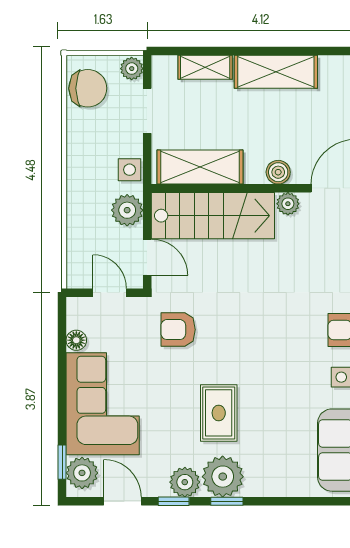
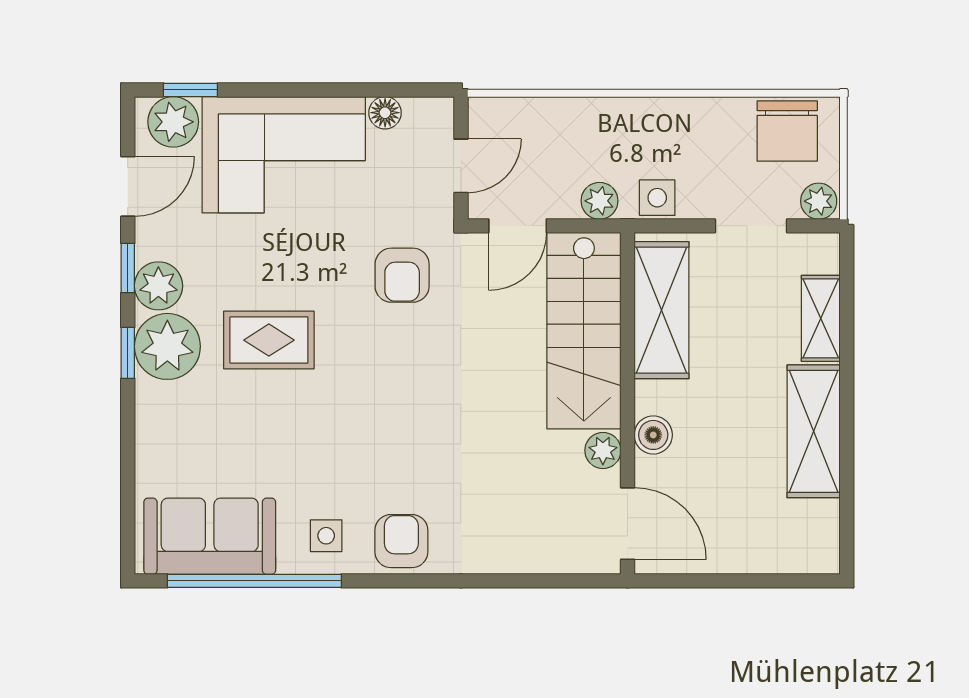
plant: (127, 210) -> (600, 201), width x0.73, depth x0.73
armchair: (178, 330) -> (402, 275), turned 180

